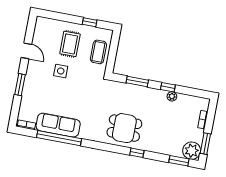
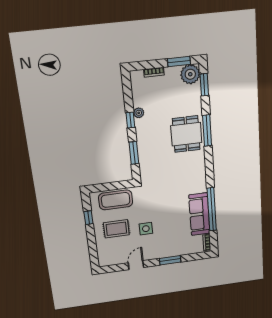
coffee table: (98, 52) -> (116, 200), width x1.36, depth x1.32
dining table: (124, 128) -> (186, 134), moved
window: (137, 153) -> (207, 130), width x2.17

